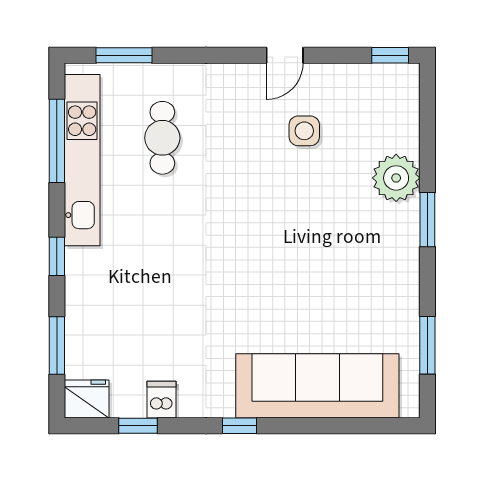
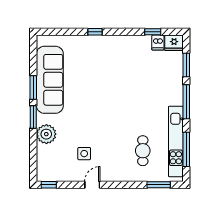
window: (57, 256) -> (186, 102), width x2.17
window: (427, 345) -> (33, 88), moved
sofa: (317, 386) -> (50, 80), moved, turned -90
dishwasher: (161, 400) -> (158, 43), moved
window: (240, 426) -> (95, 32), moved

